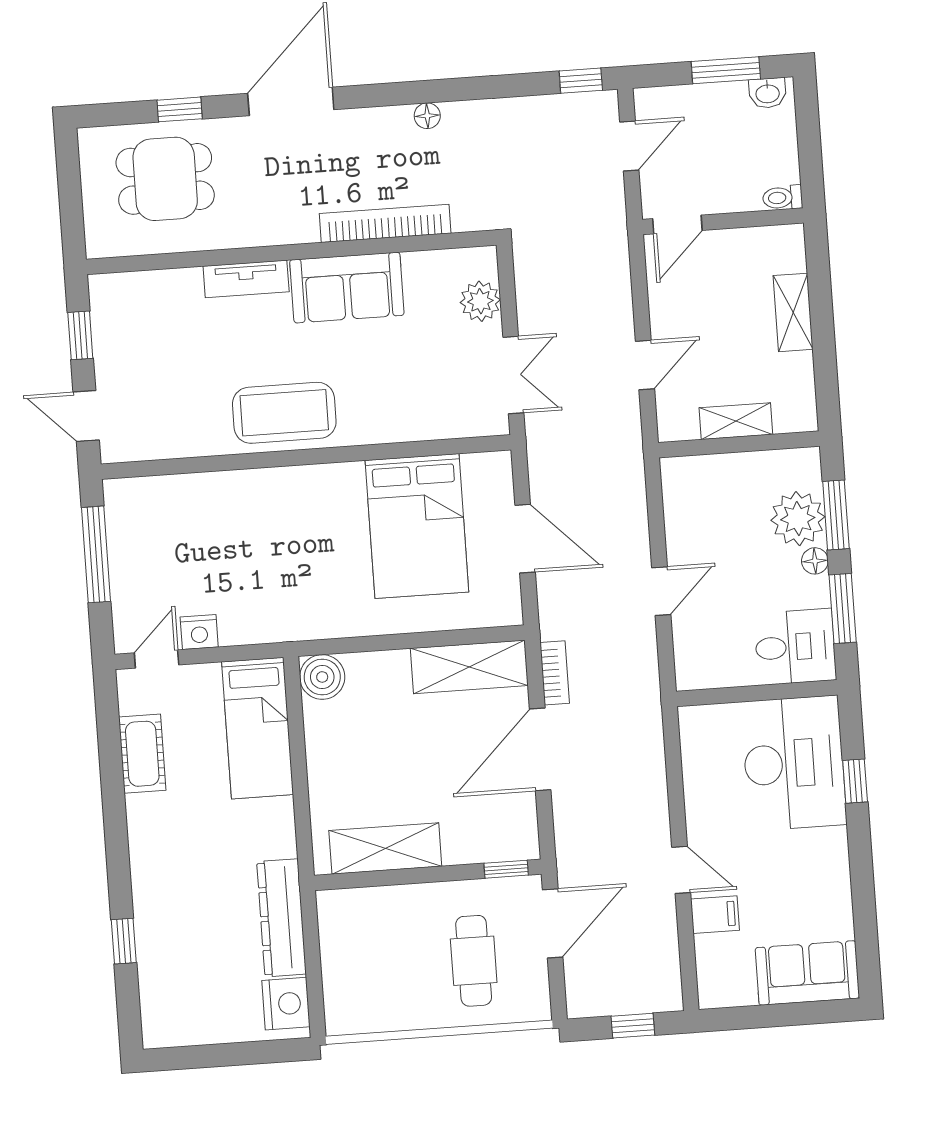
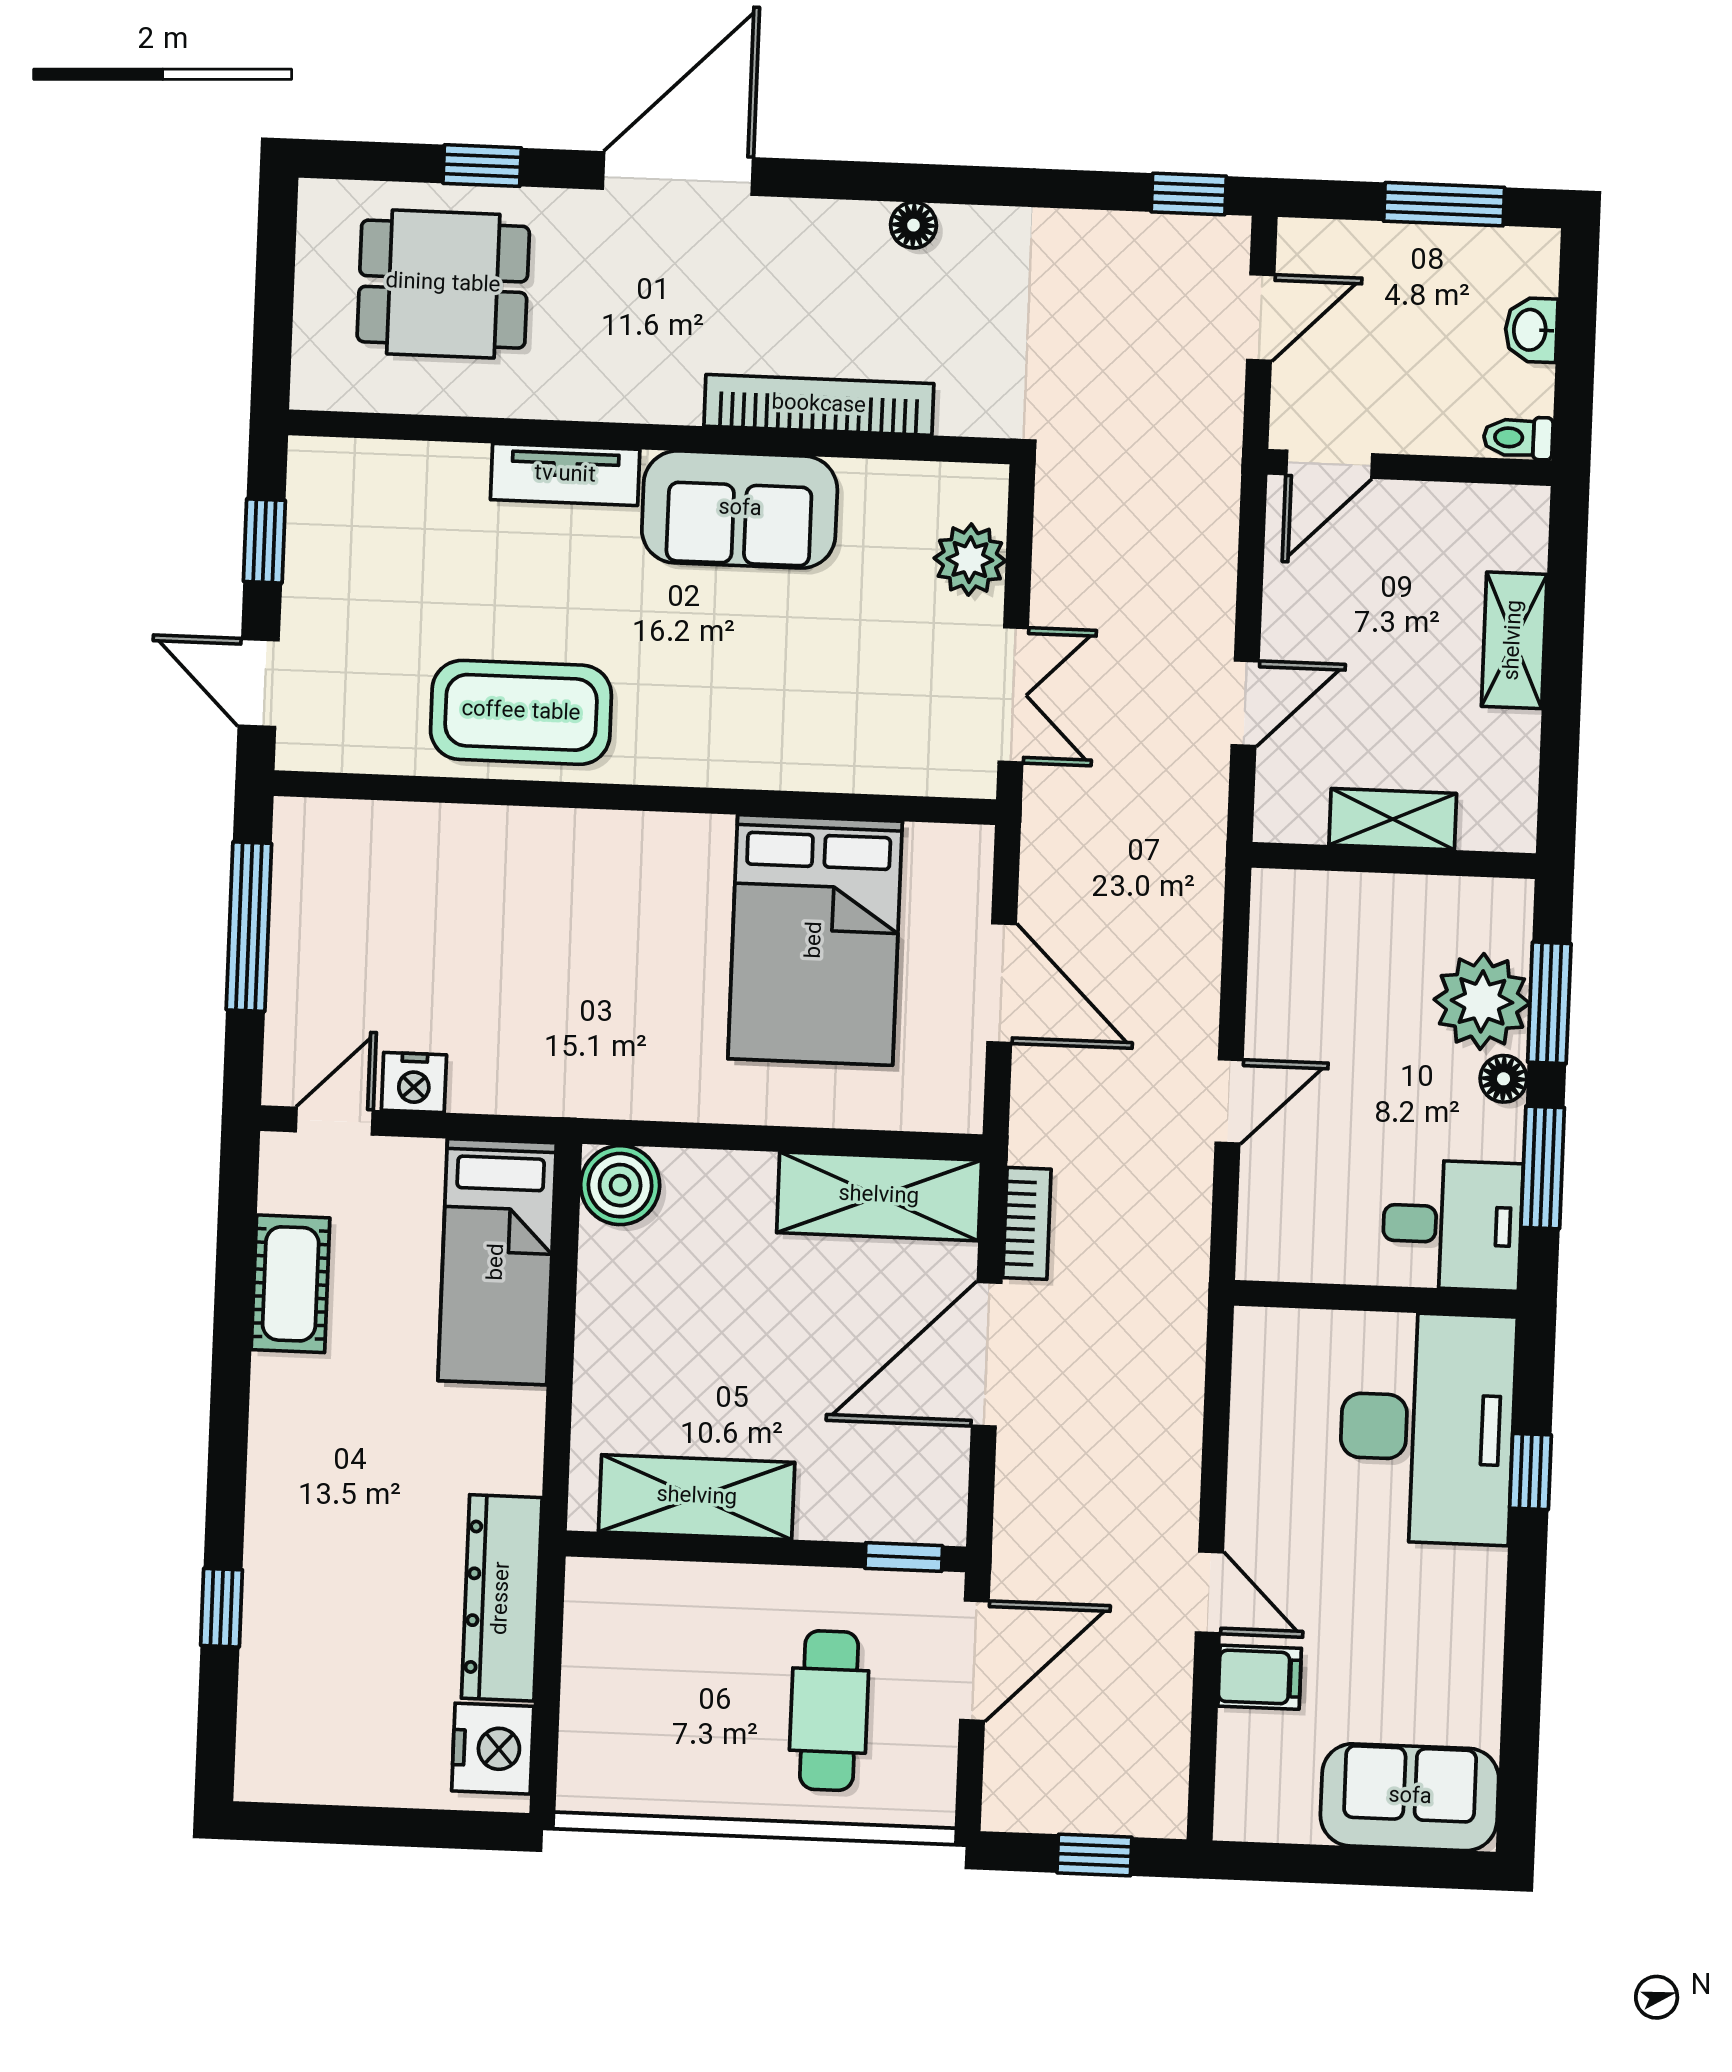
washbasin: (767, 93) -> (1531, 330), moved, turned 90
coffee table: (284, 413) -> (521, 712), moved

